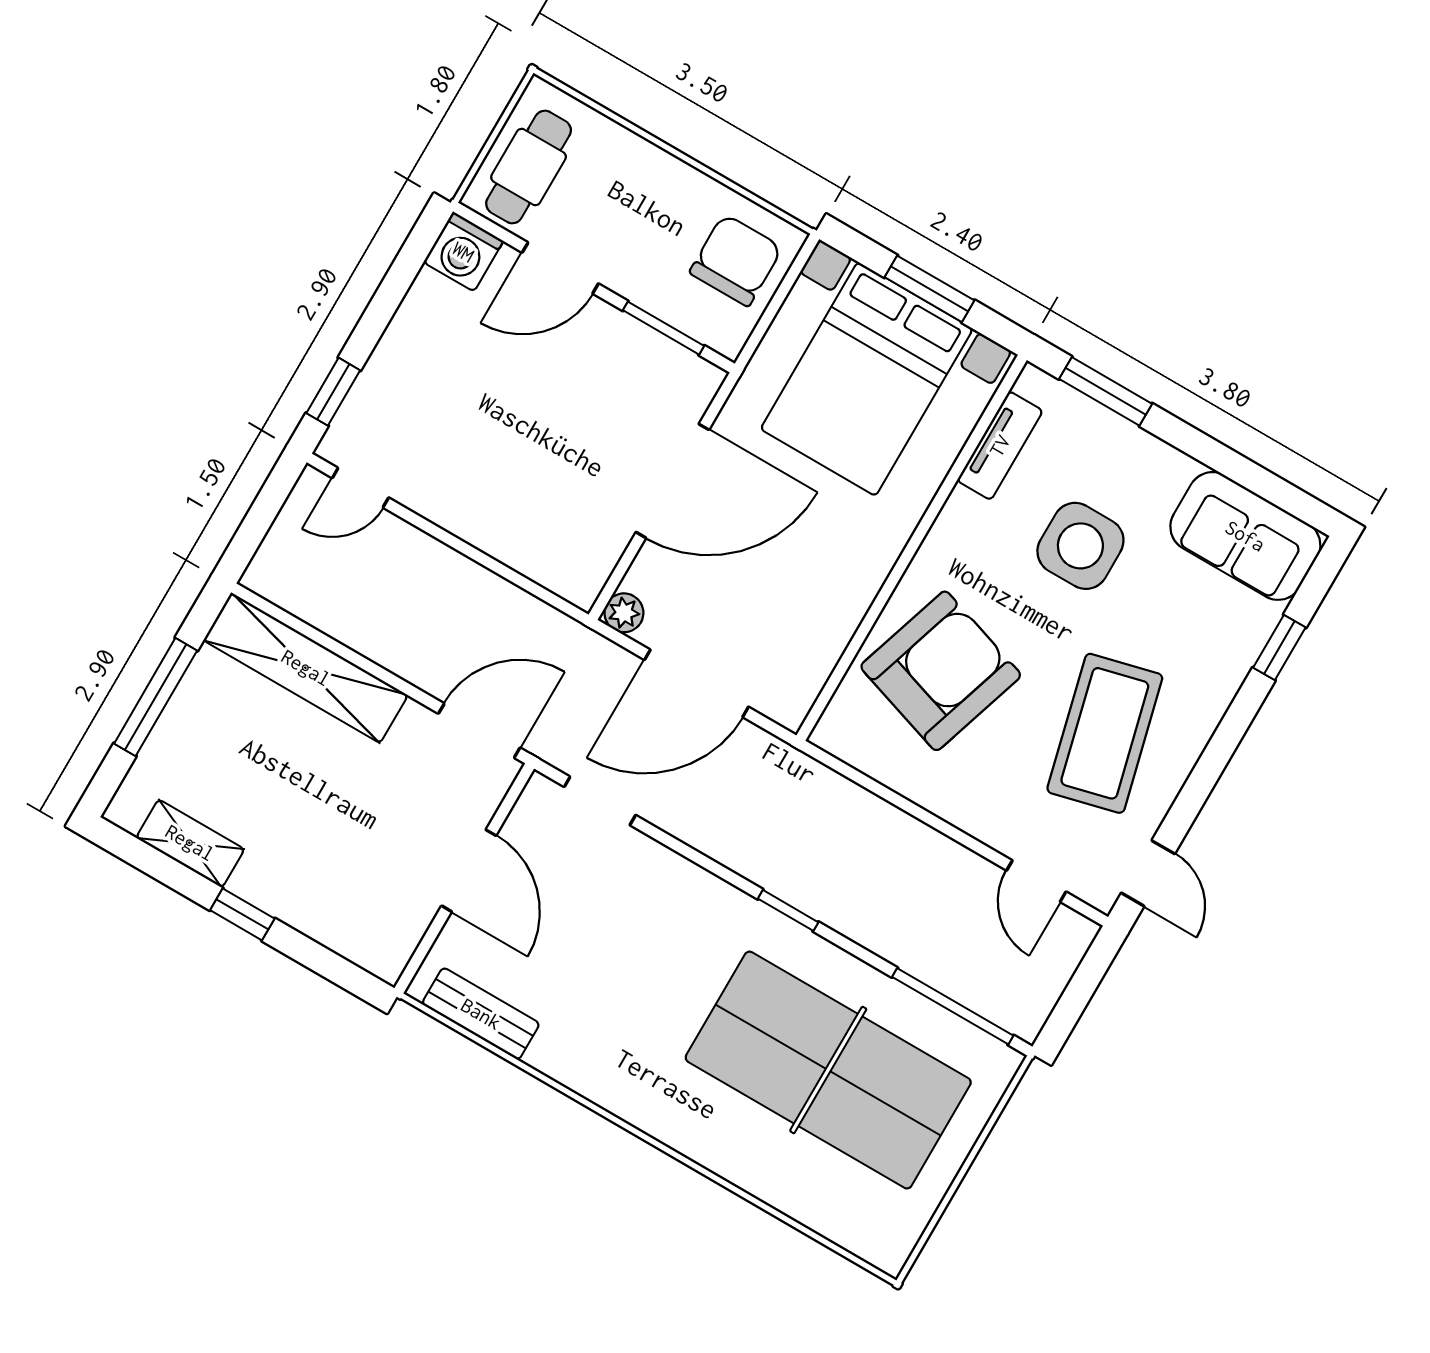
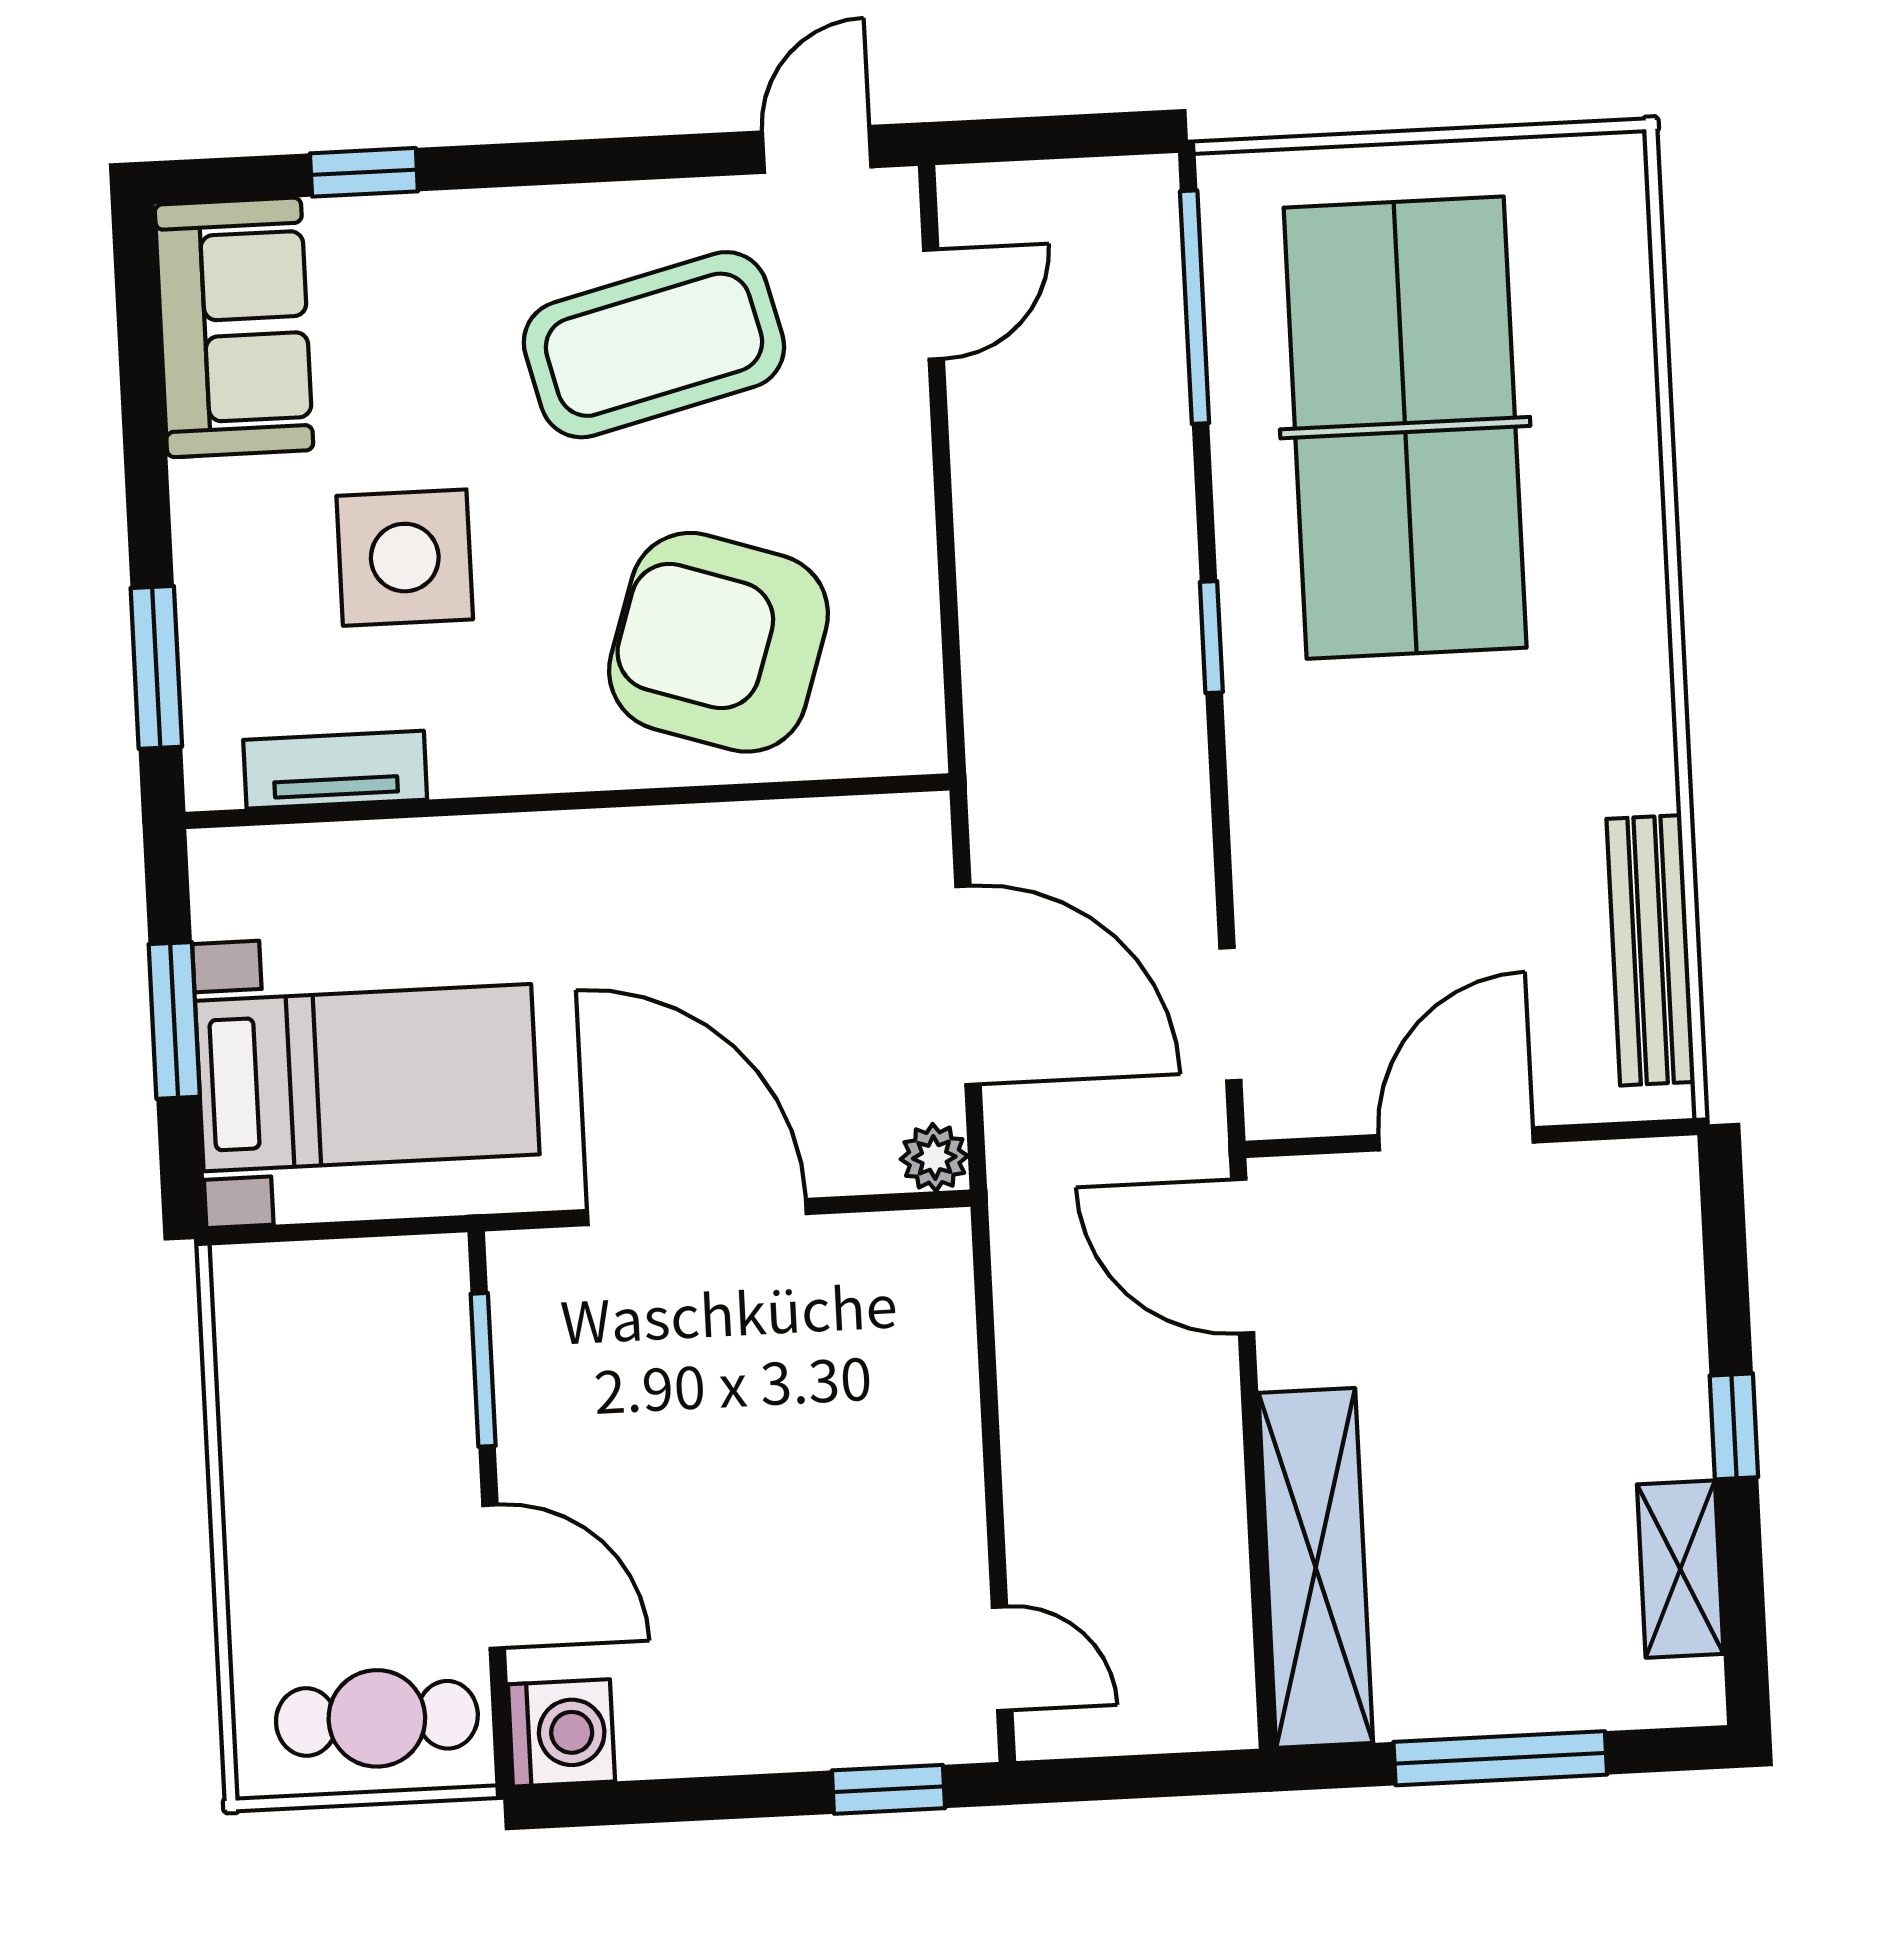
chair: (736, 260) -> (316, 1329), removed
bed with nightstands: (867, 379) -> (367, 1078), width x0.73
bench: (481, 1014) -> (1651, 950), width x1.36

